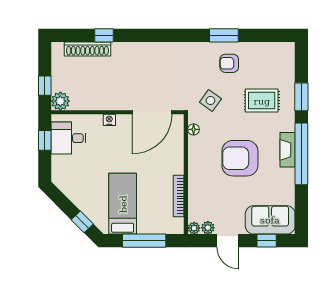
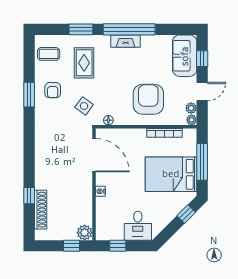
coffee table: (272, 58) -> (49, 54), added
desk: (68, 138) -> (138, 226), moved
armchair: (240, 158) -> (148, 99), moved, turned 180
bed: (123, 204) -> (171, 174), width x1.50

